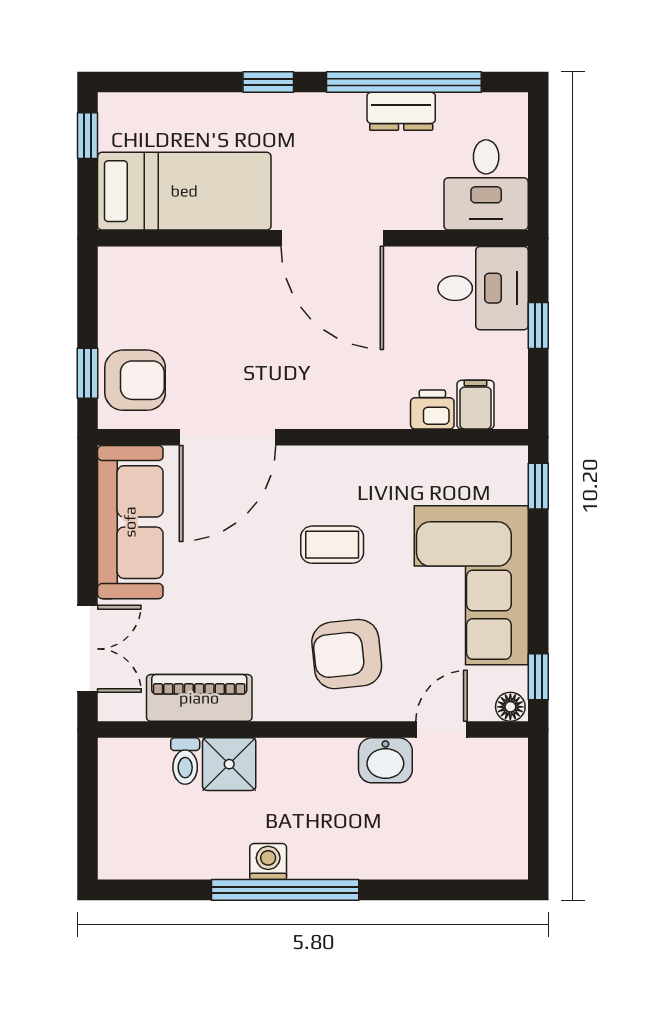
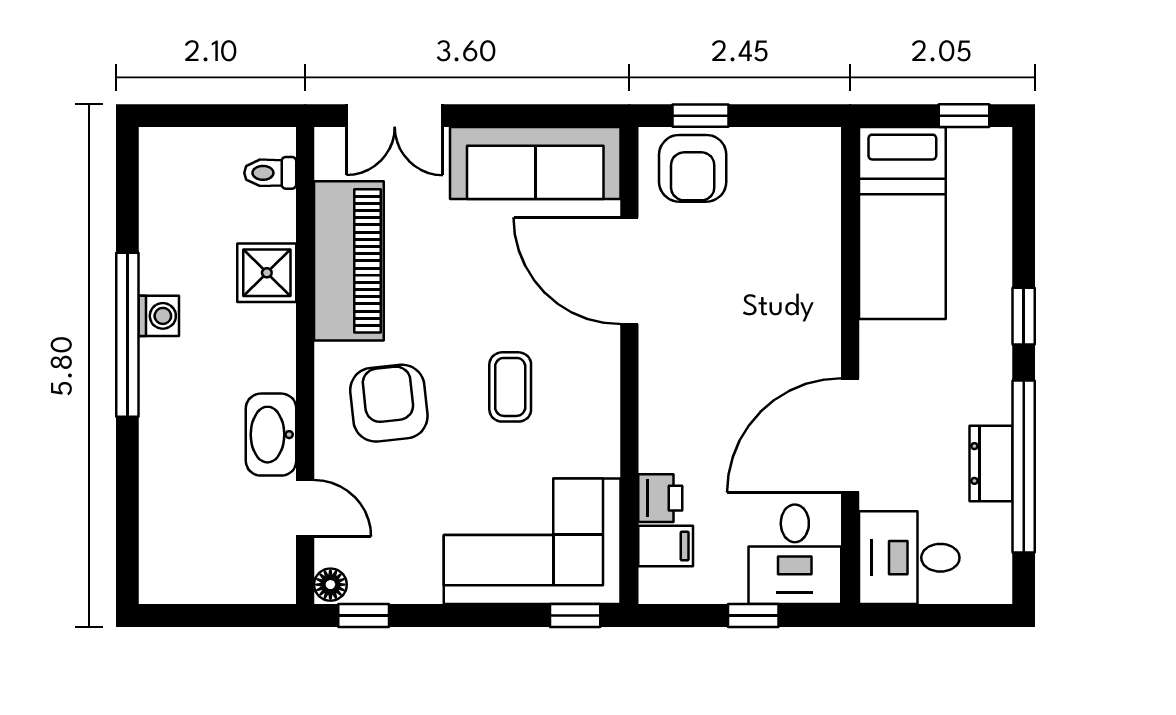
door: (332, 238) -> (850, 435), moved
corner sofa: (471, 585) -> (532, 541), moved
piano: (199, 698) -> (349, 261), width x1.37, depth x1.33
washbasin: (385, 760) -> (271, 435), width x1.38
toilet: (185, 761) -> (270, 173), moved

